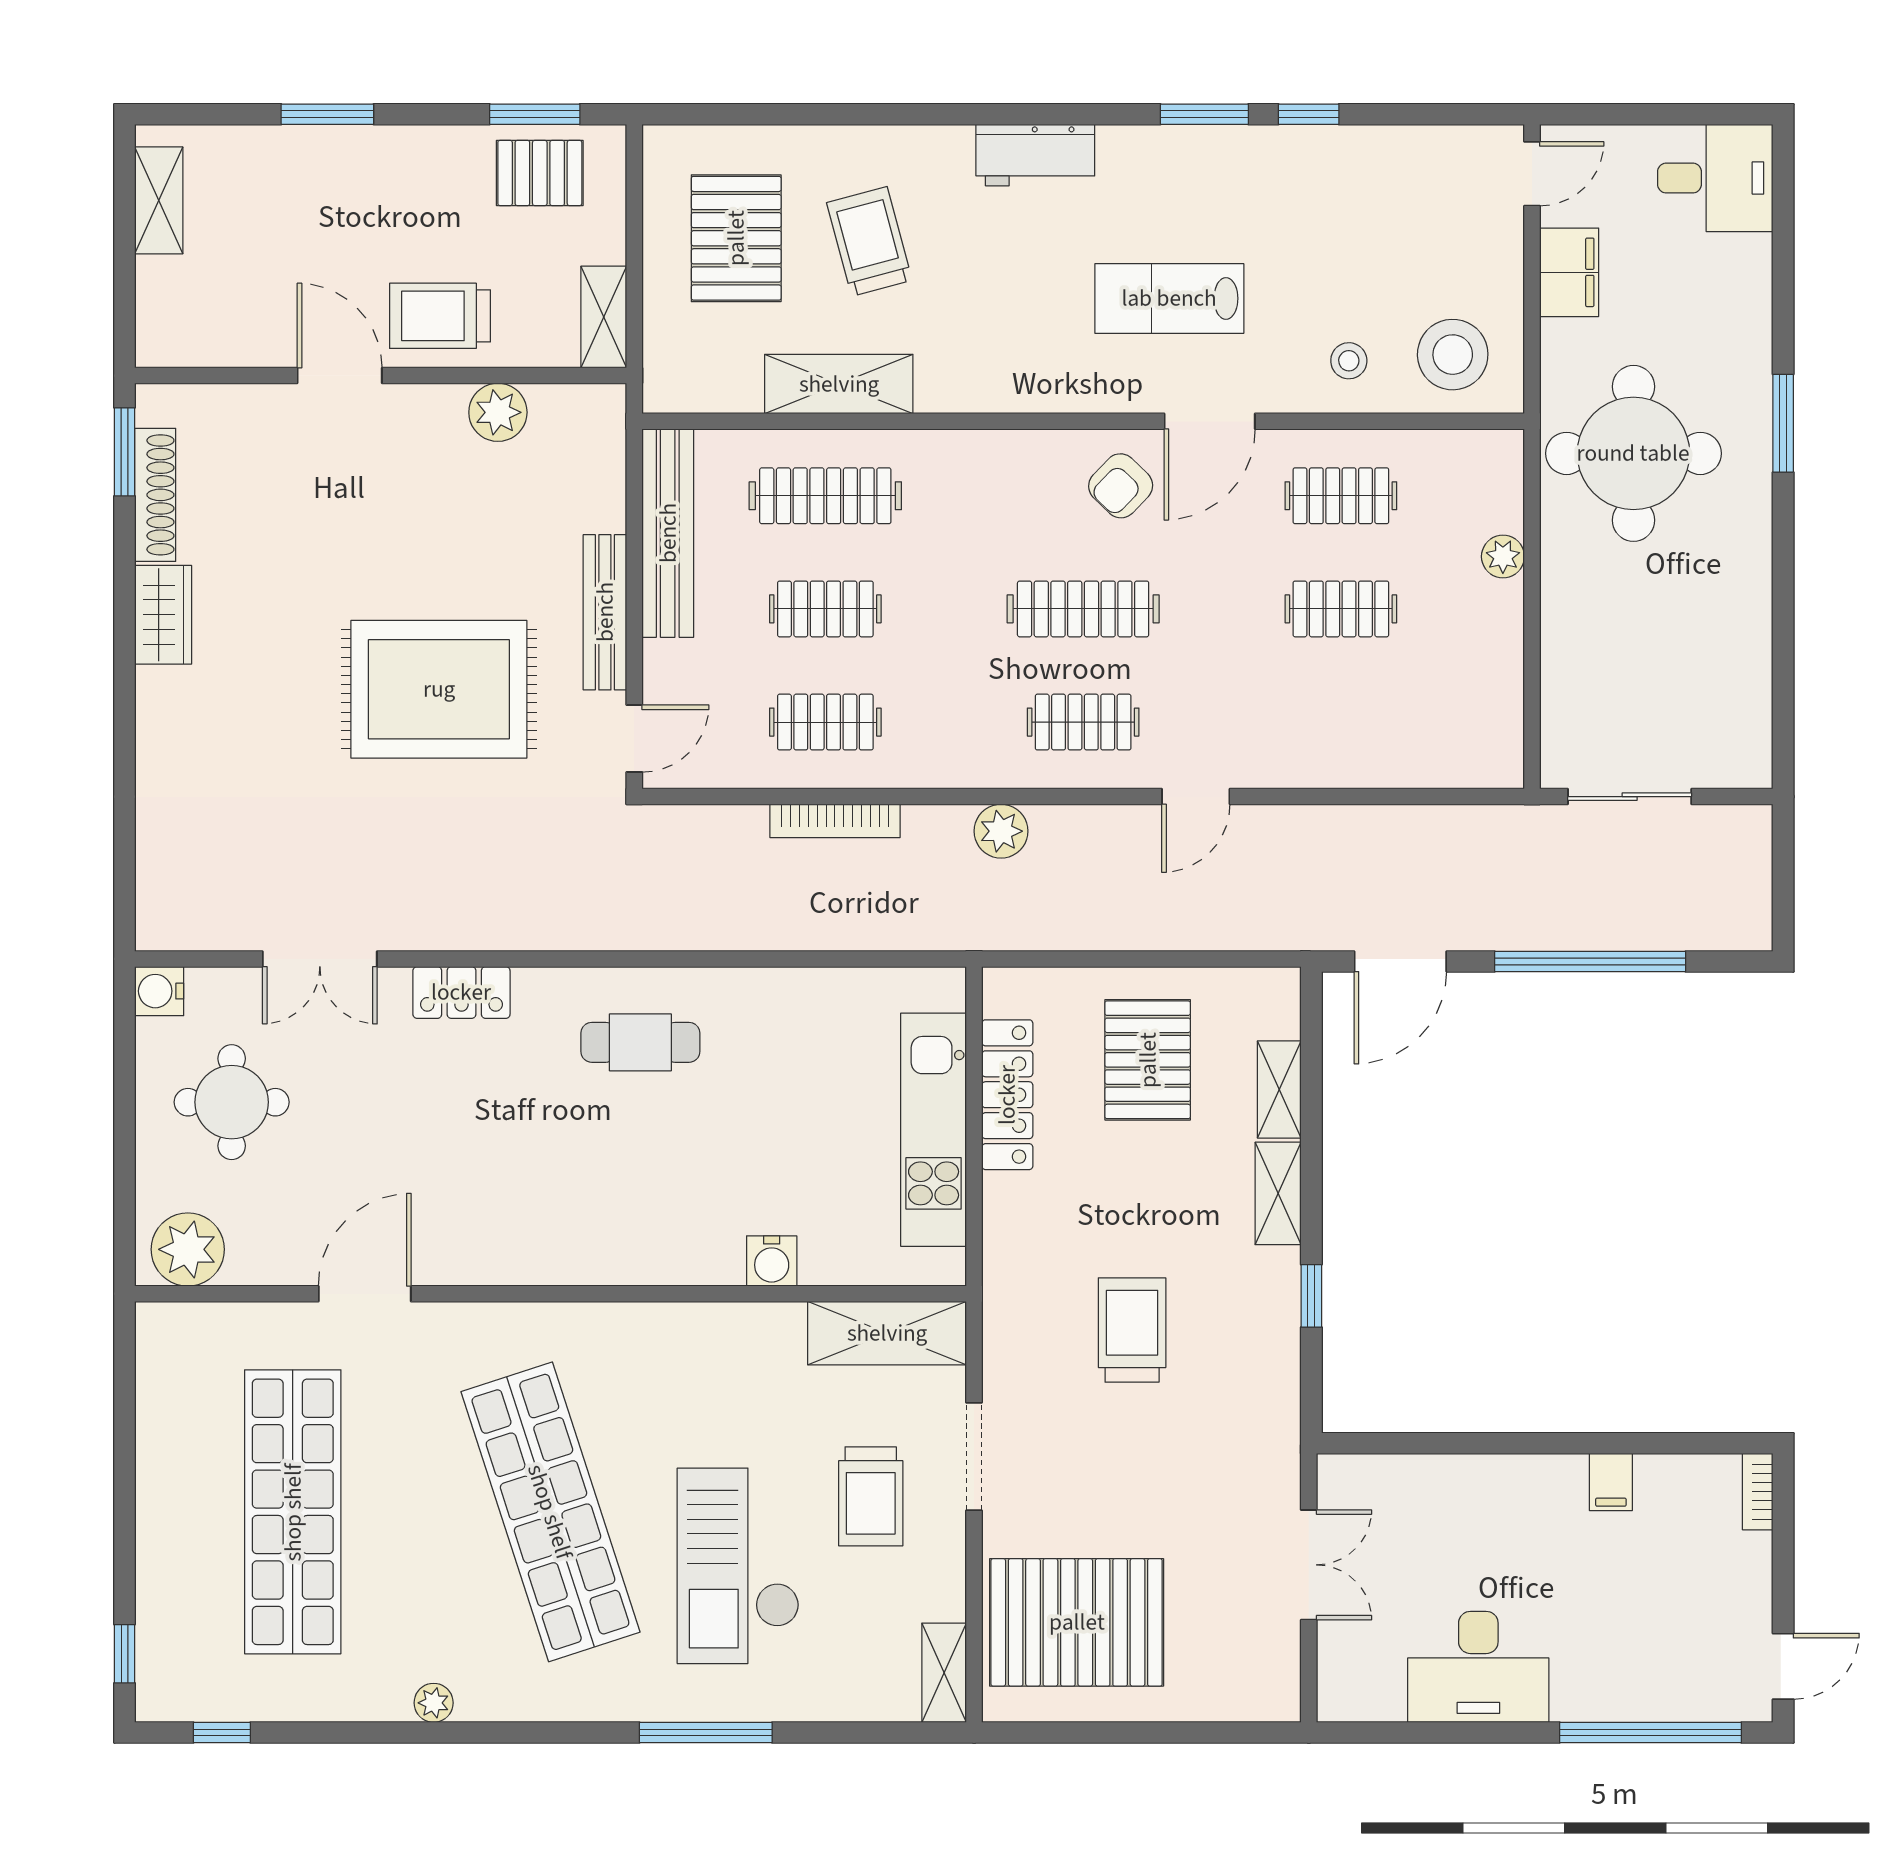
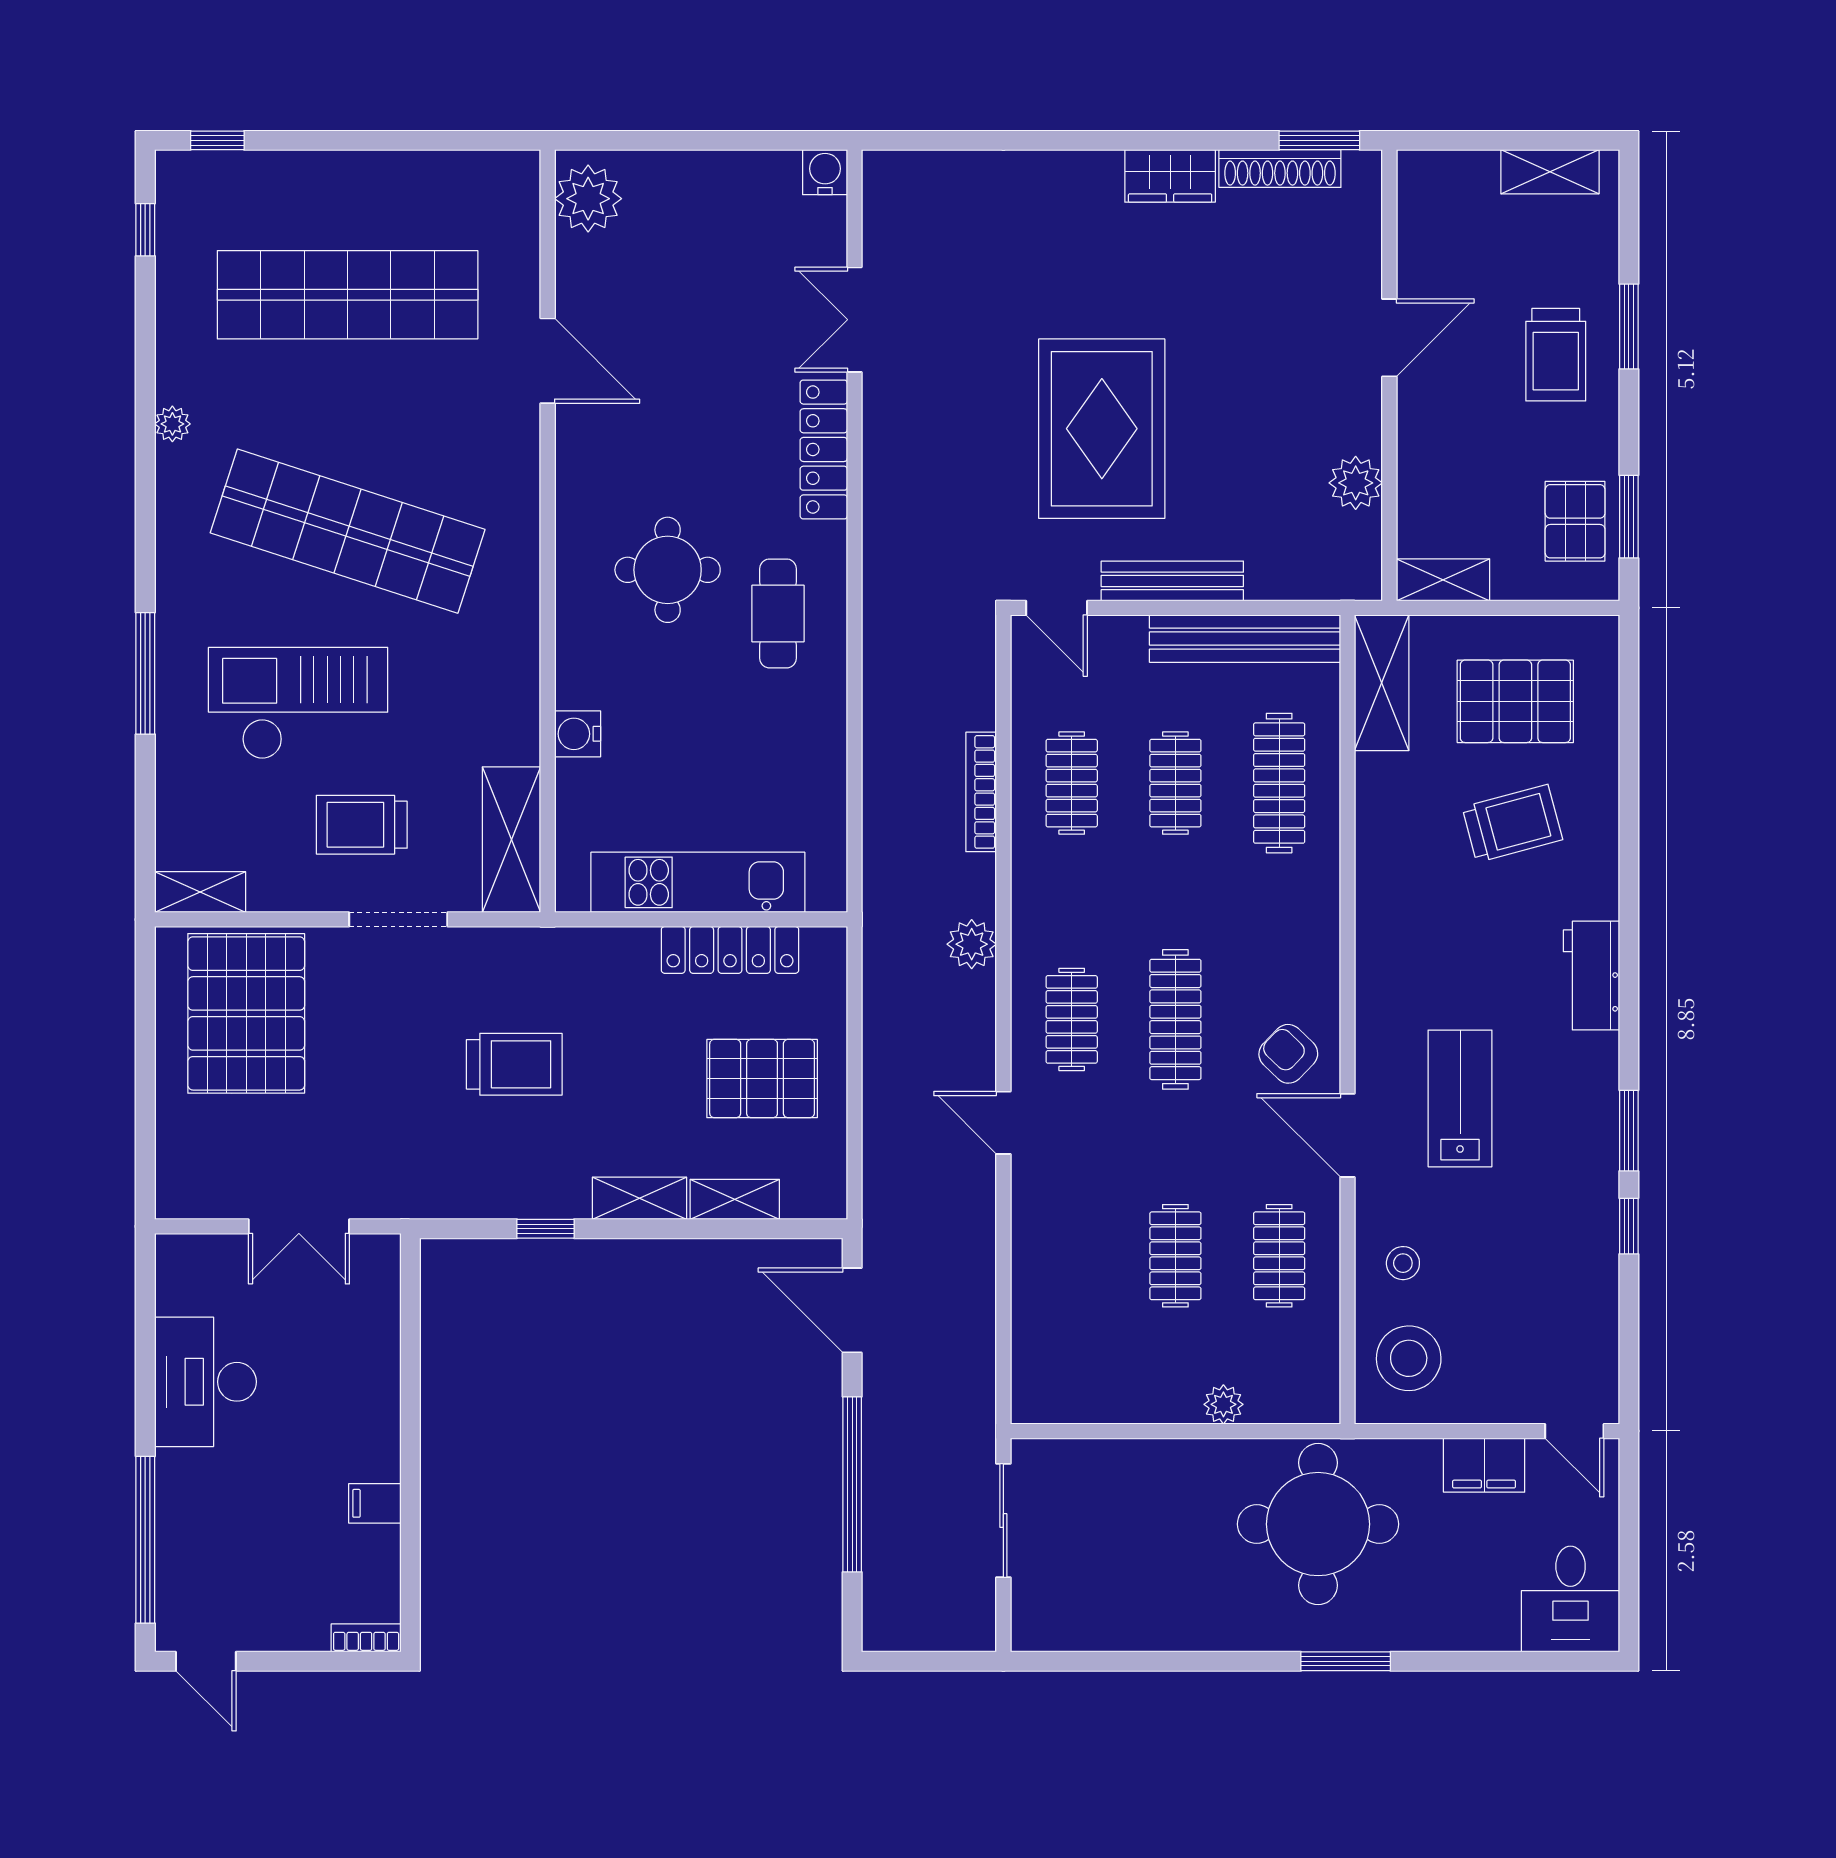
trolley: (440, 316) -> (1556, 355), moved, turned 180
shelving: (839, 384) -> (1382, 683), moved
locker: (461, 992) -> (824, 449), width x1.53
round table: (232, 1102) -> (668, 570), moved
shop shelf: (550, 1512) -> (348, 531), turned 36

